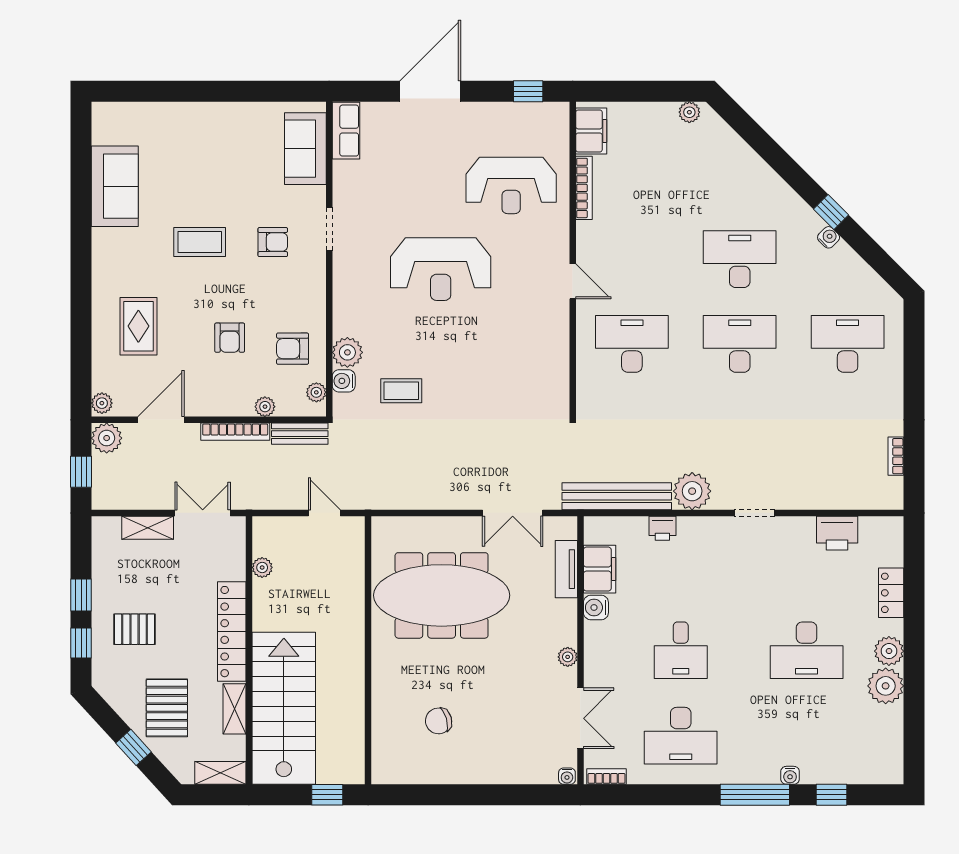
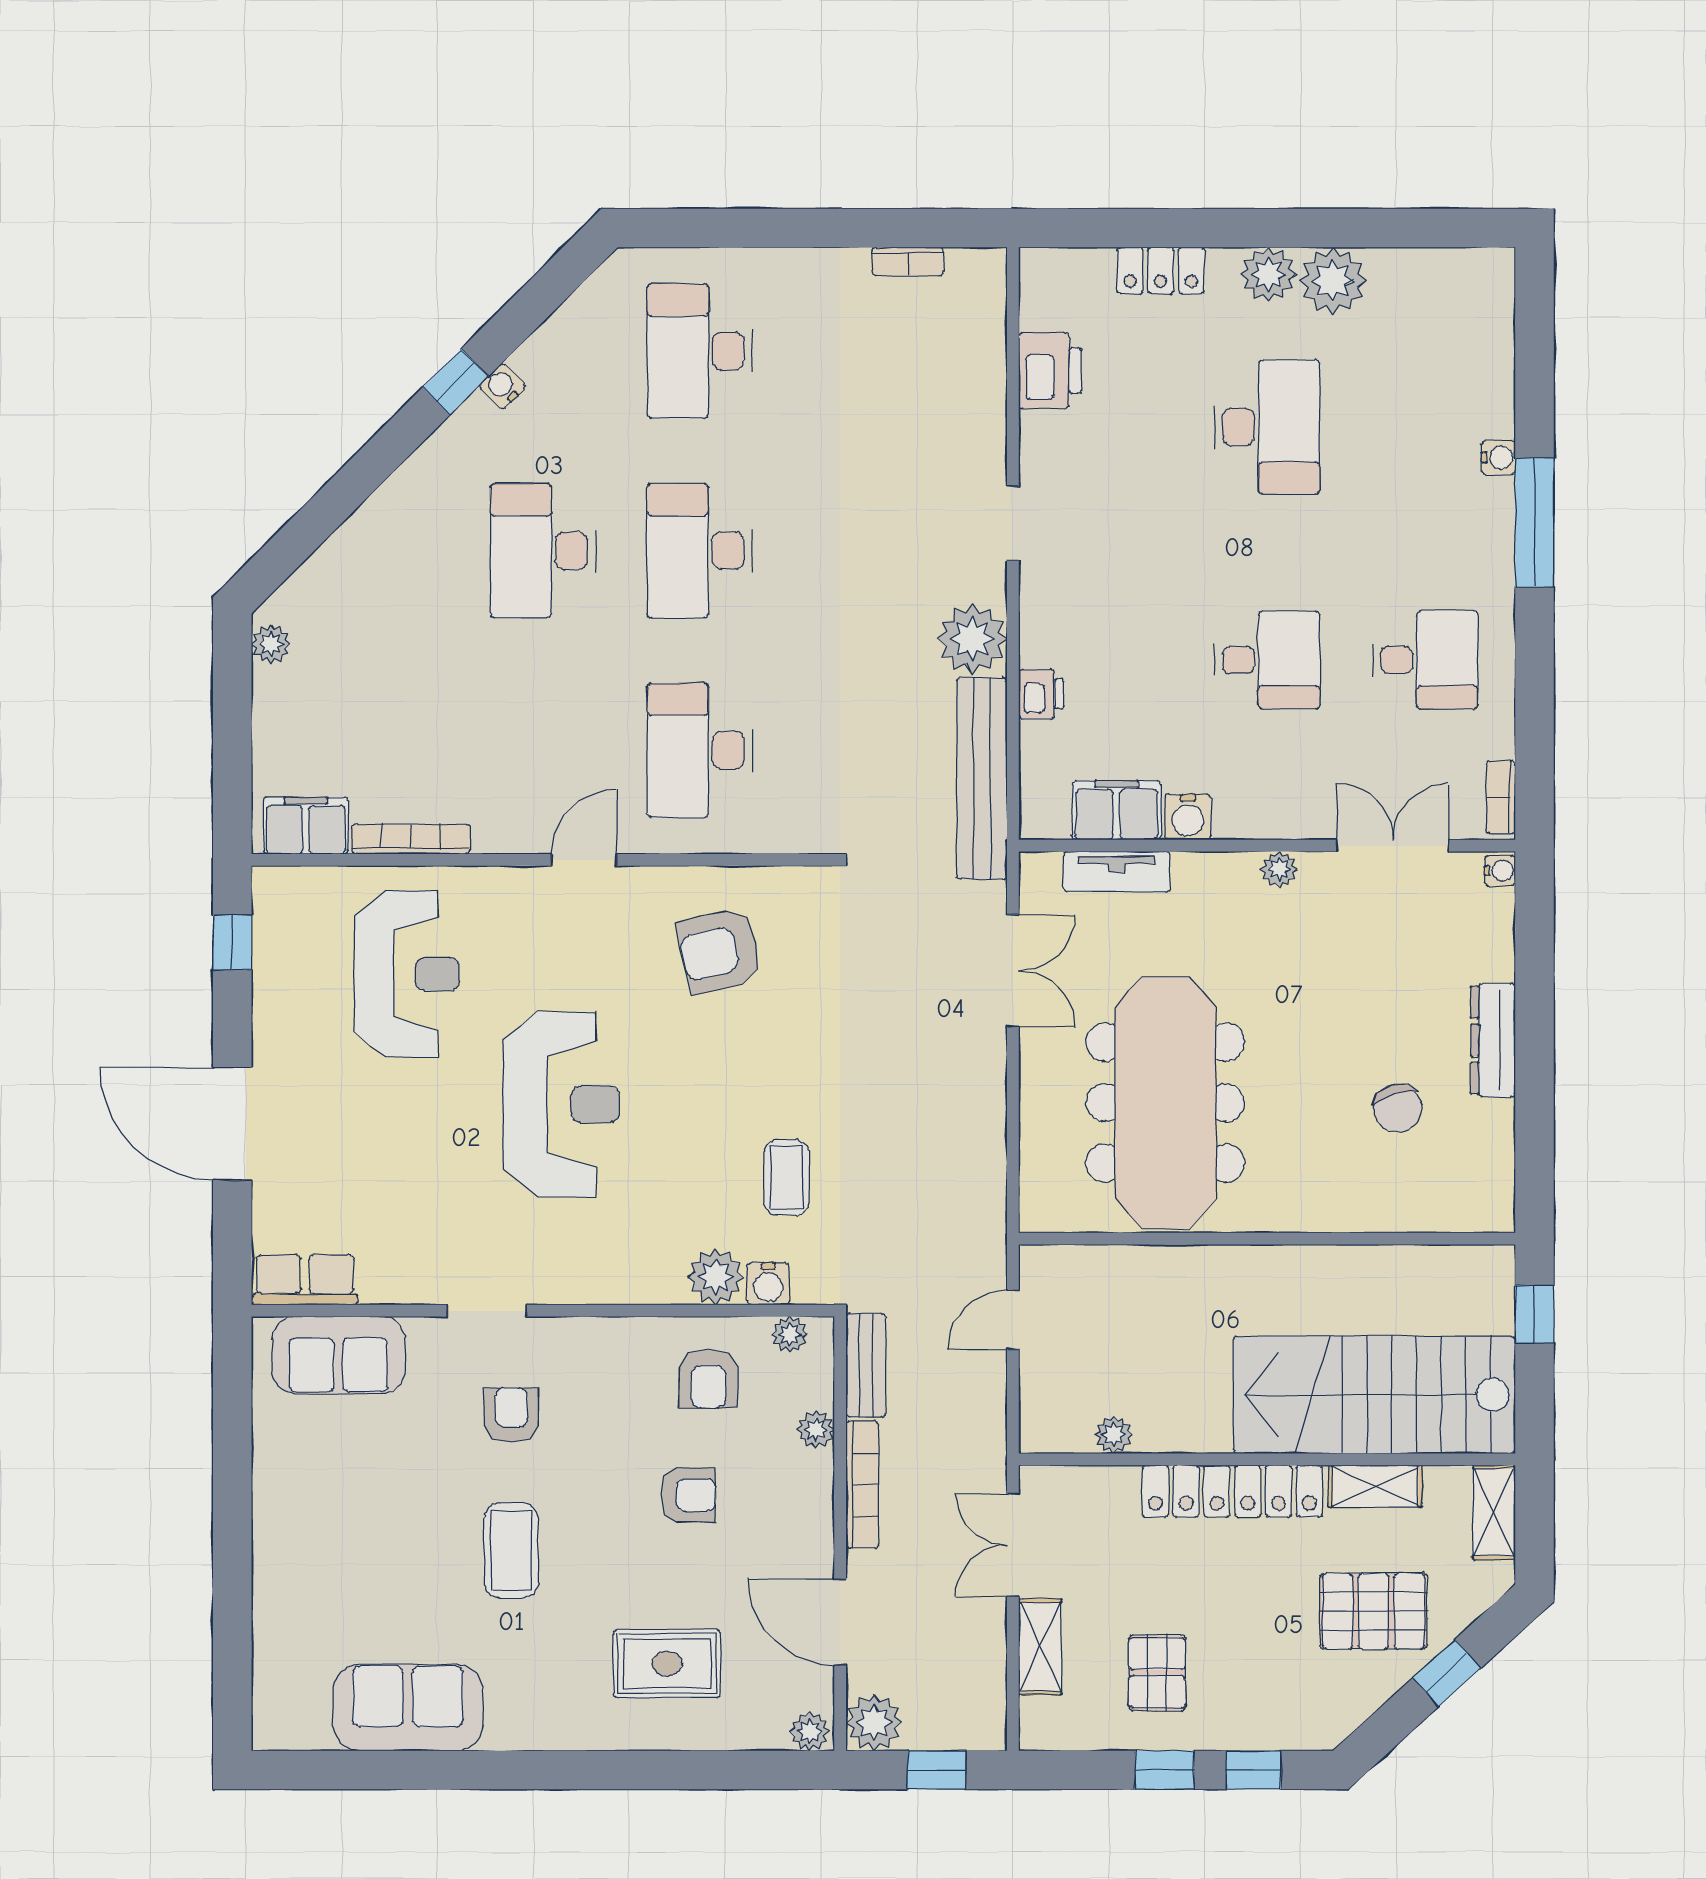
armchair: (523, 355) -> (720, 951), added
pallet: (135, 629) -> (1157, 1673), moved
desk: (681, 736) -> (1425, 660), width x0.73
dresser: (475, 772) -> (1493, 1040), added
window: (831, 795) -> (1534, 381), removed

